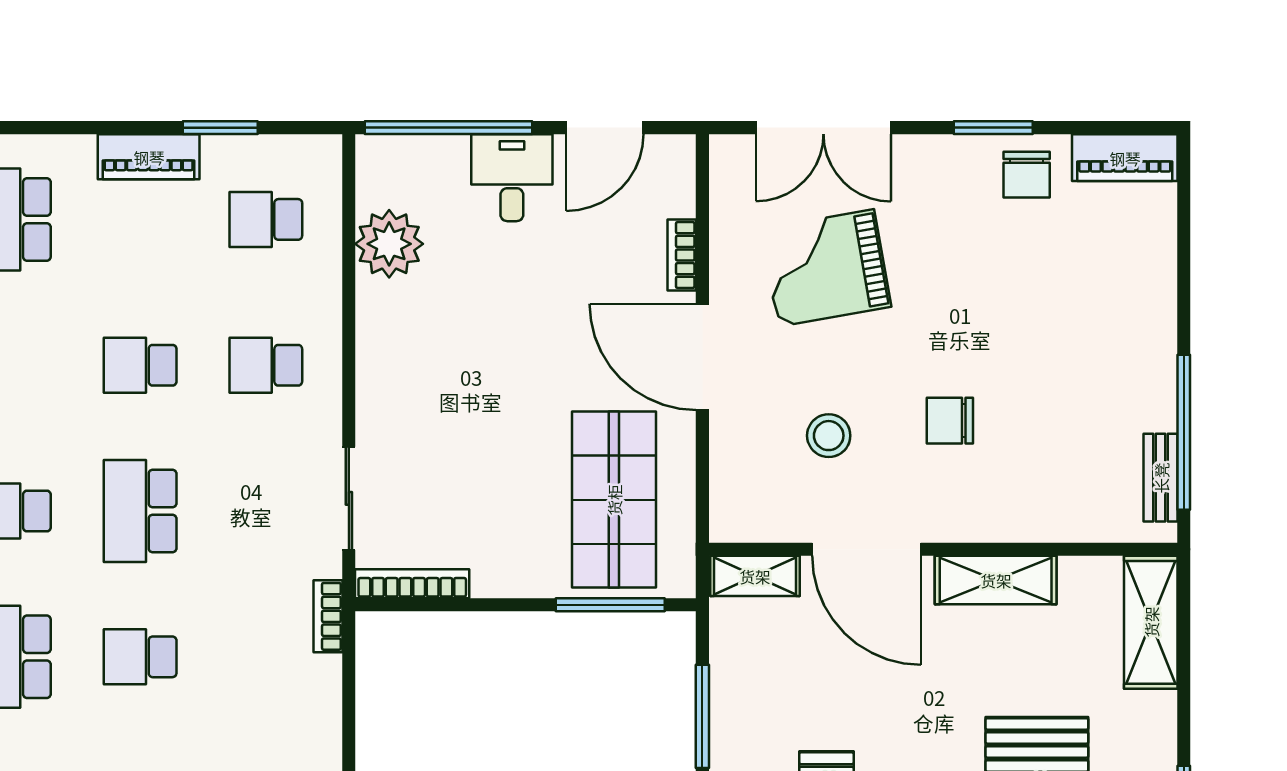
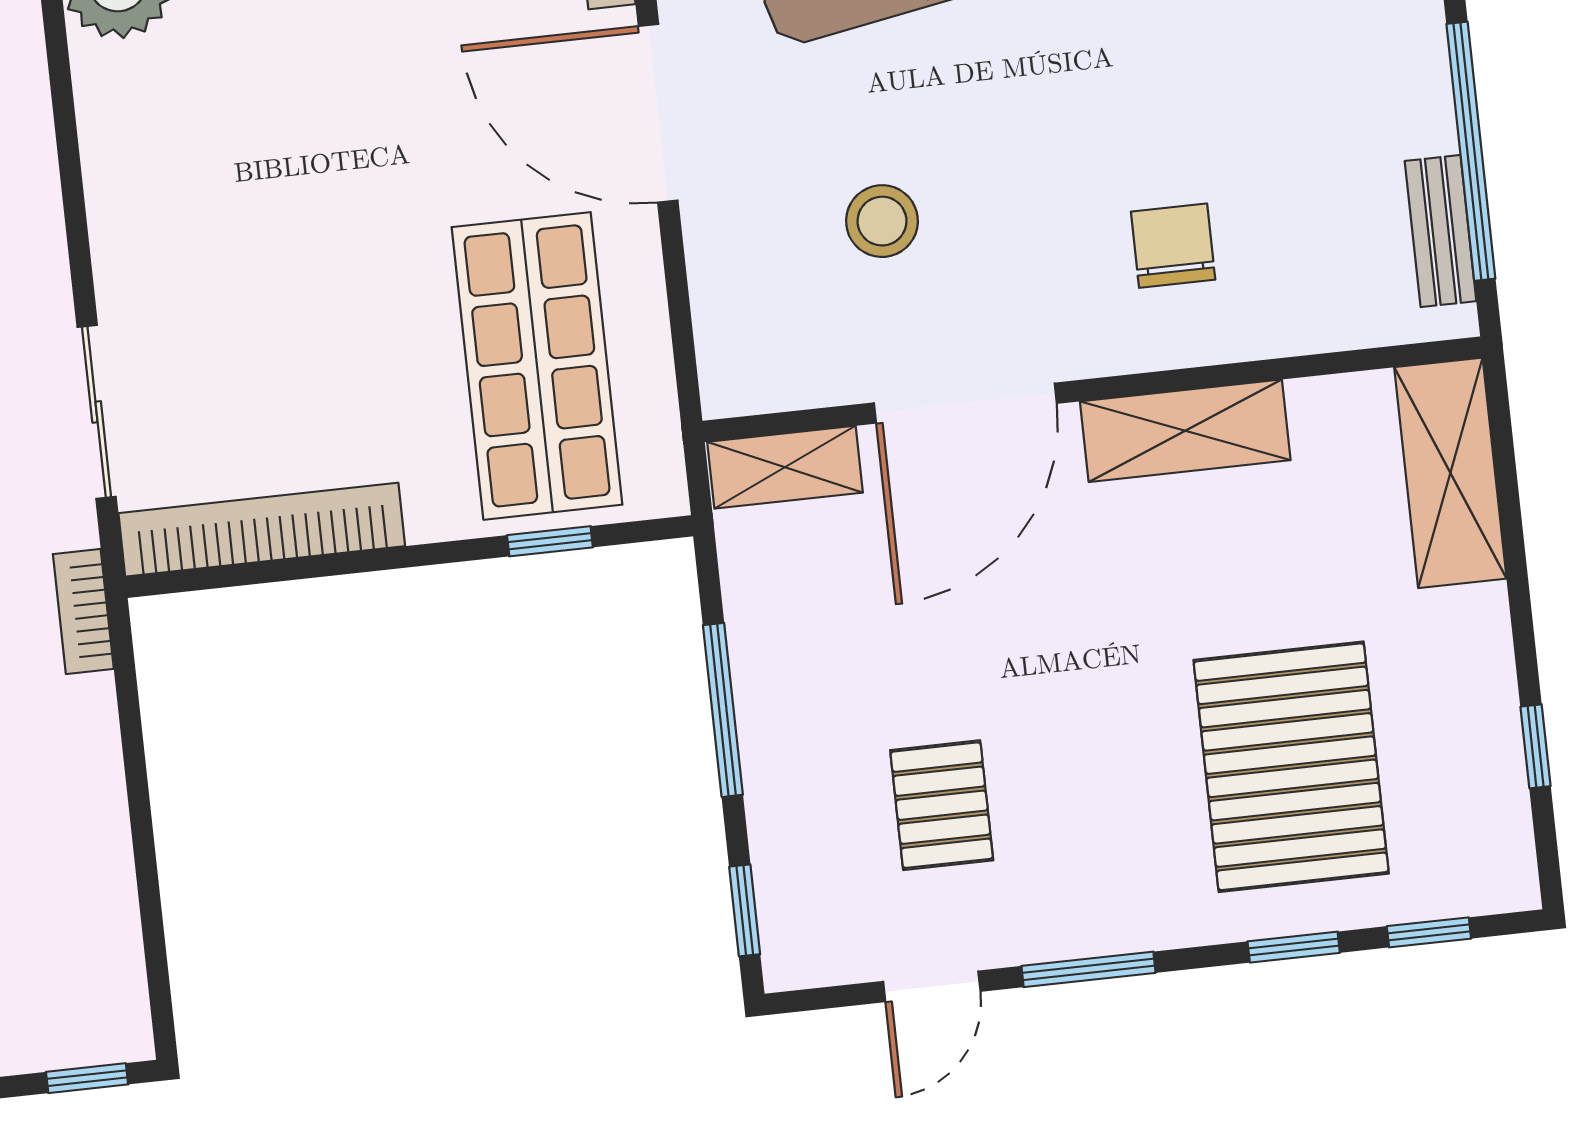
chair: (950, 421) -> (1173, 246), moved, turned 90
door: (867, 549) -> (965, 403), hinge flipped
bookcase: (412, 584) -> (262, 530), width x1.48, depth x1.31
window: (610, 605) -> (550, 541), width x0.46

